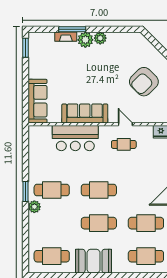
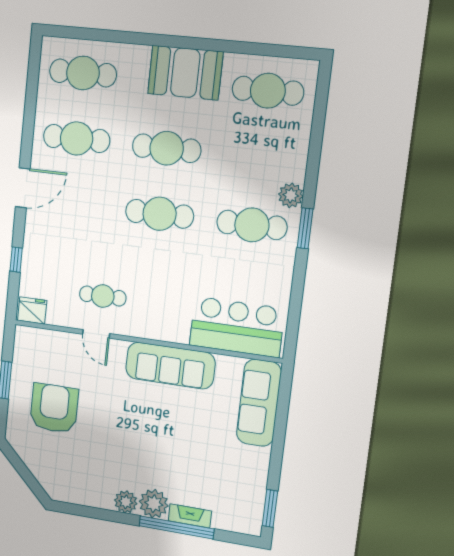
window: (72, 29) -> (176, 527), width x1.46
armchair: (144, 82) -> (54, 408), turned -45
bar counter: (75, 138) -> (237, 327), moved

